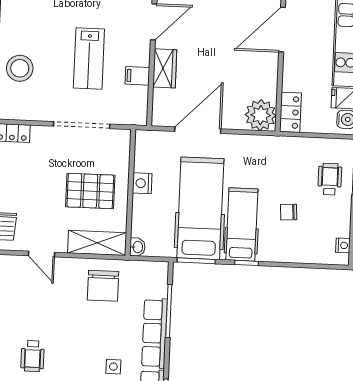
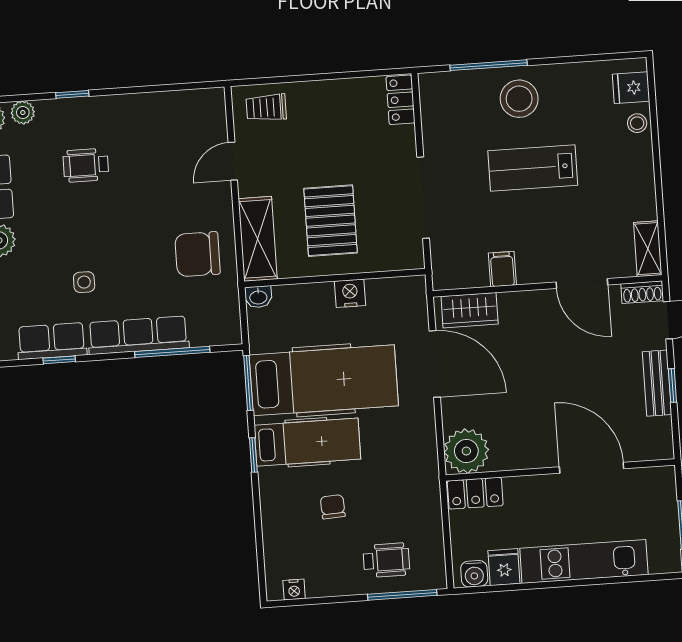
lab bench: (89, 58) -> (533, 168), moved
stool: (20, 68) -> (519, 99), moved
wardrobe: (165, 68) -> (470, 310), moved

